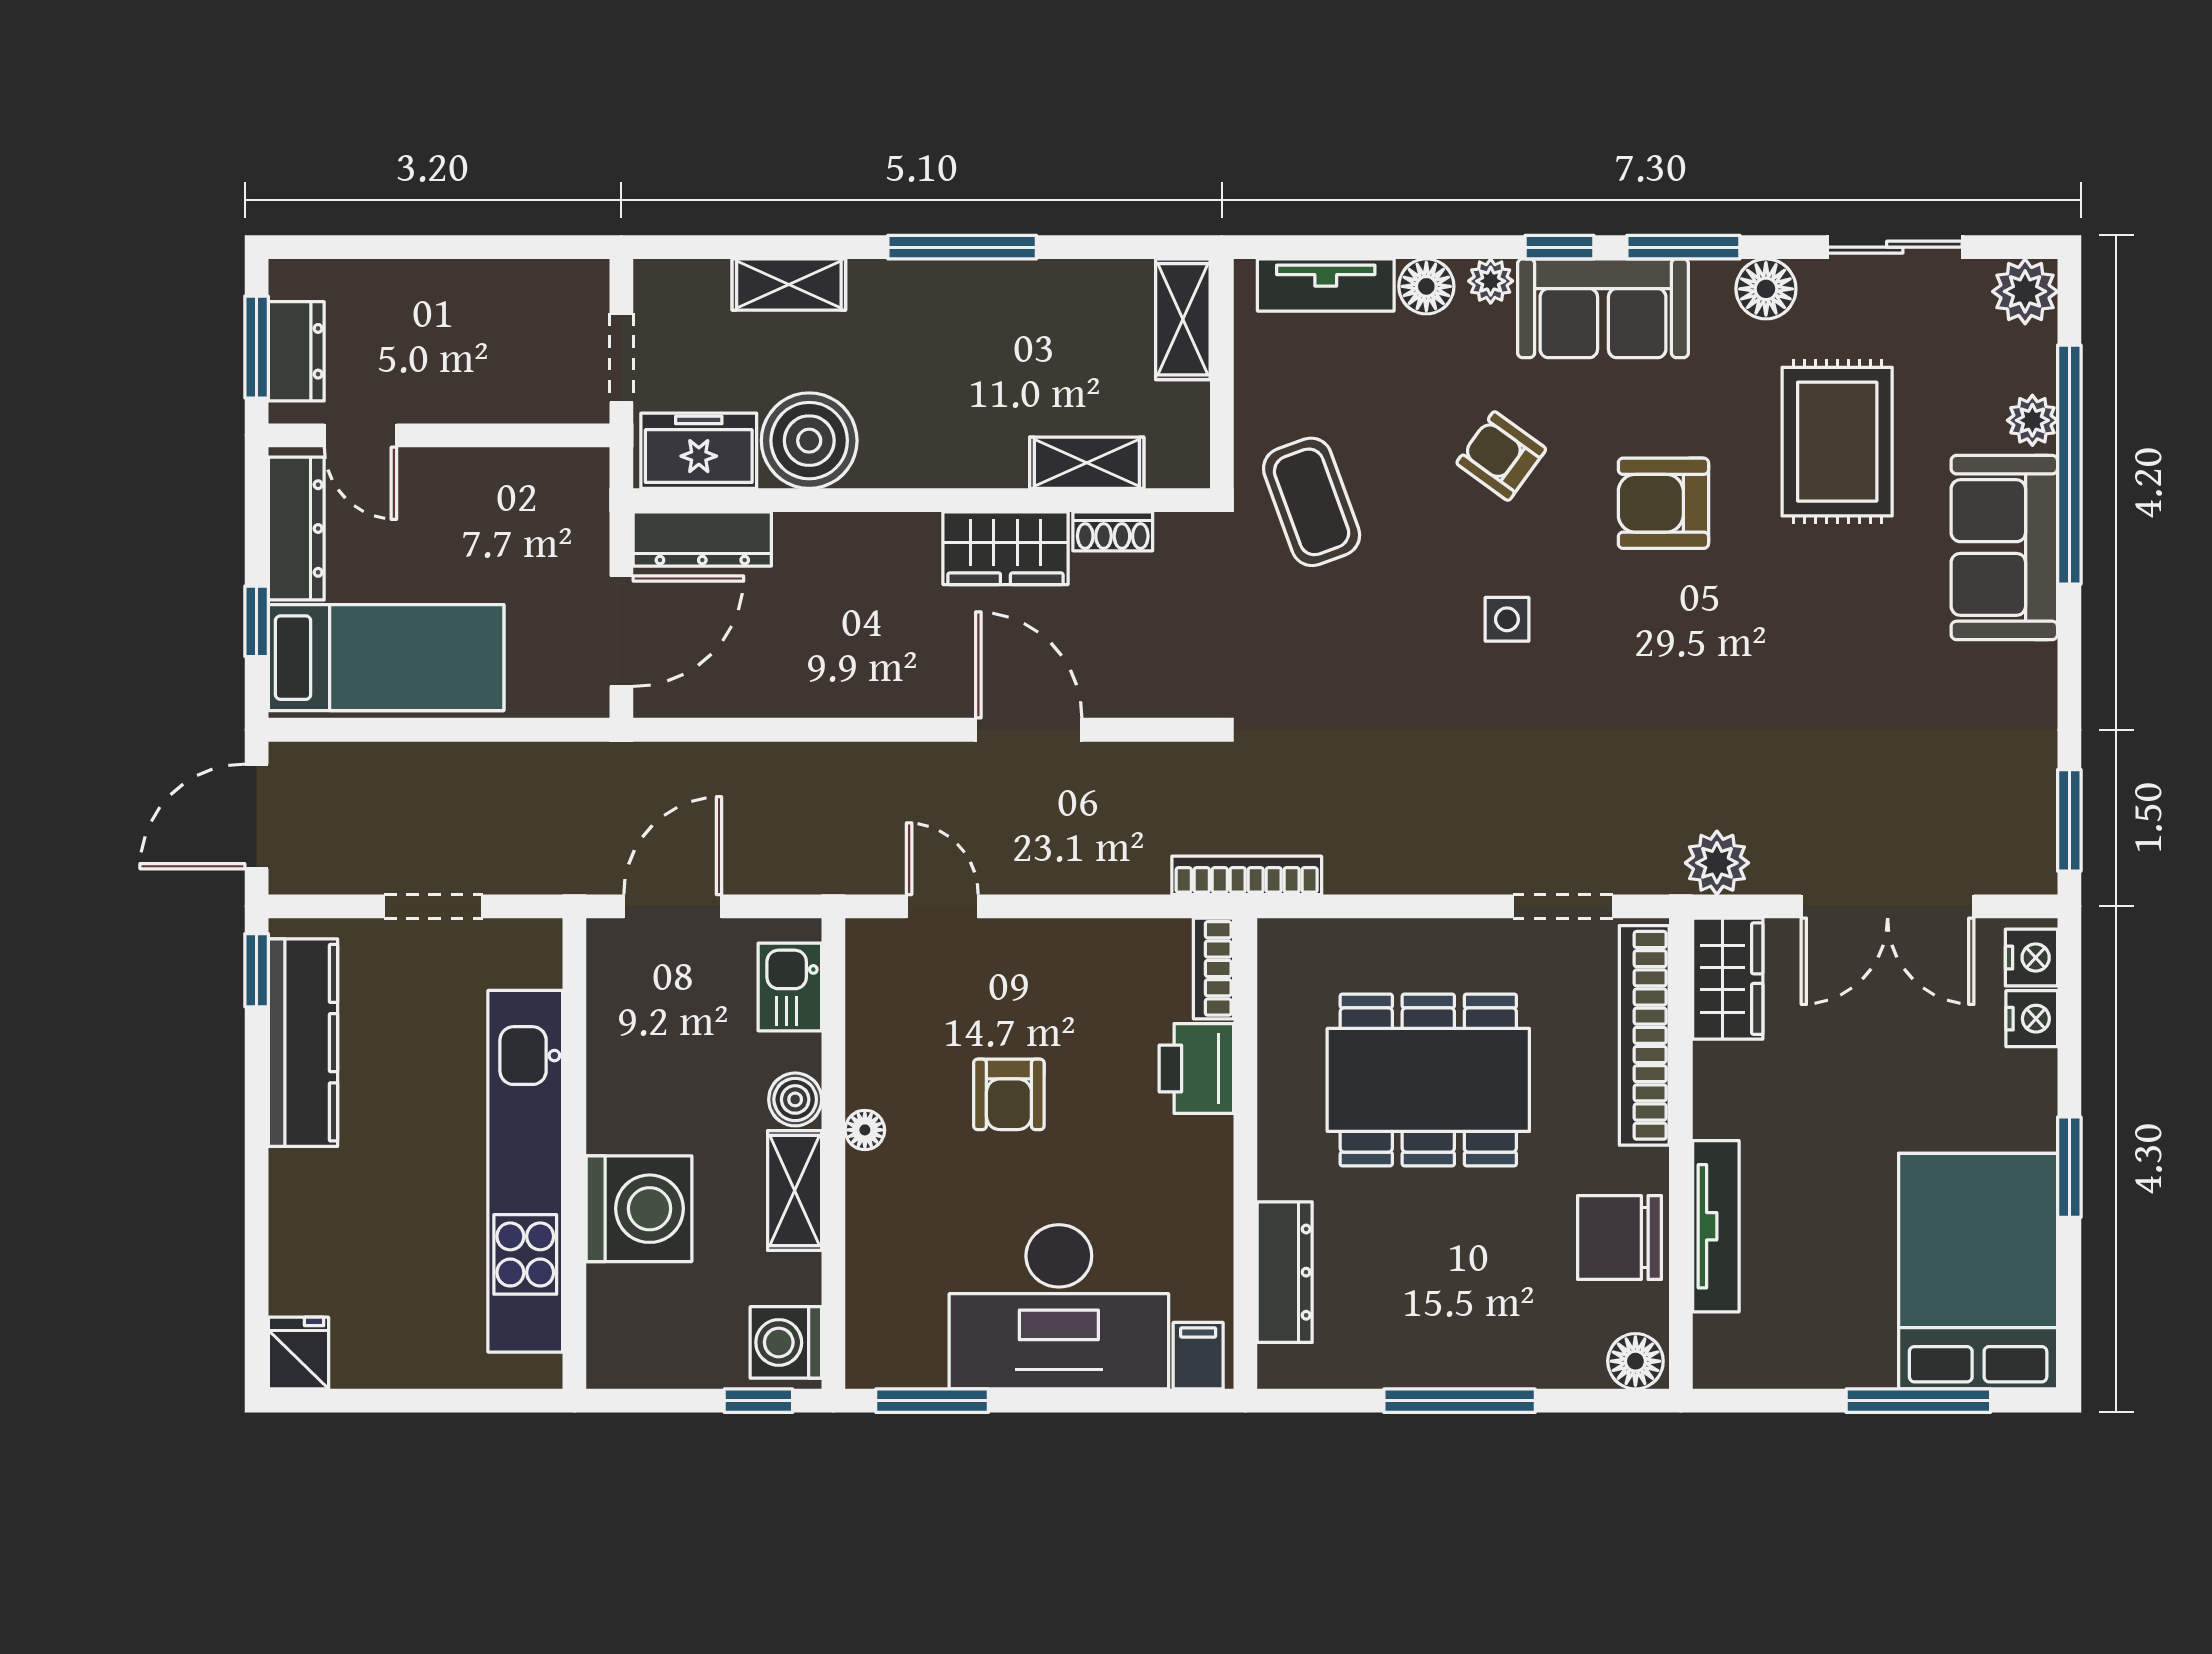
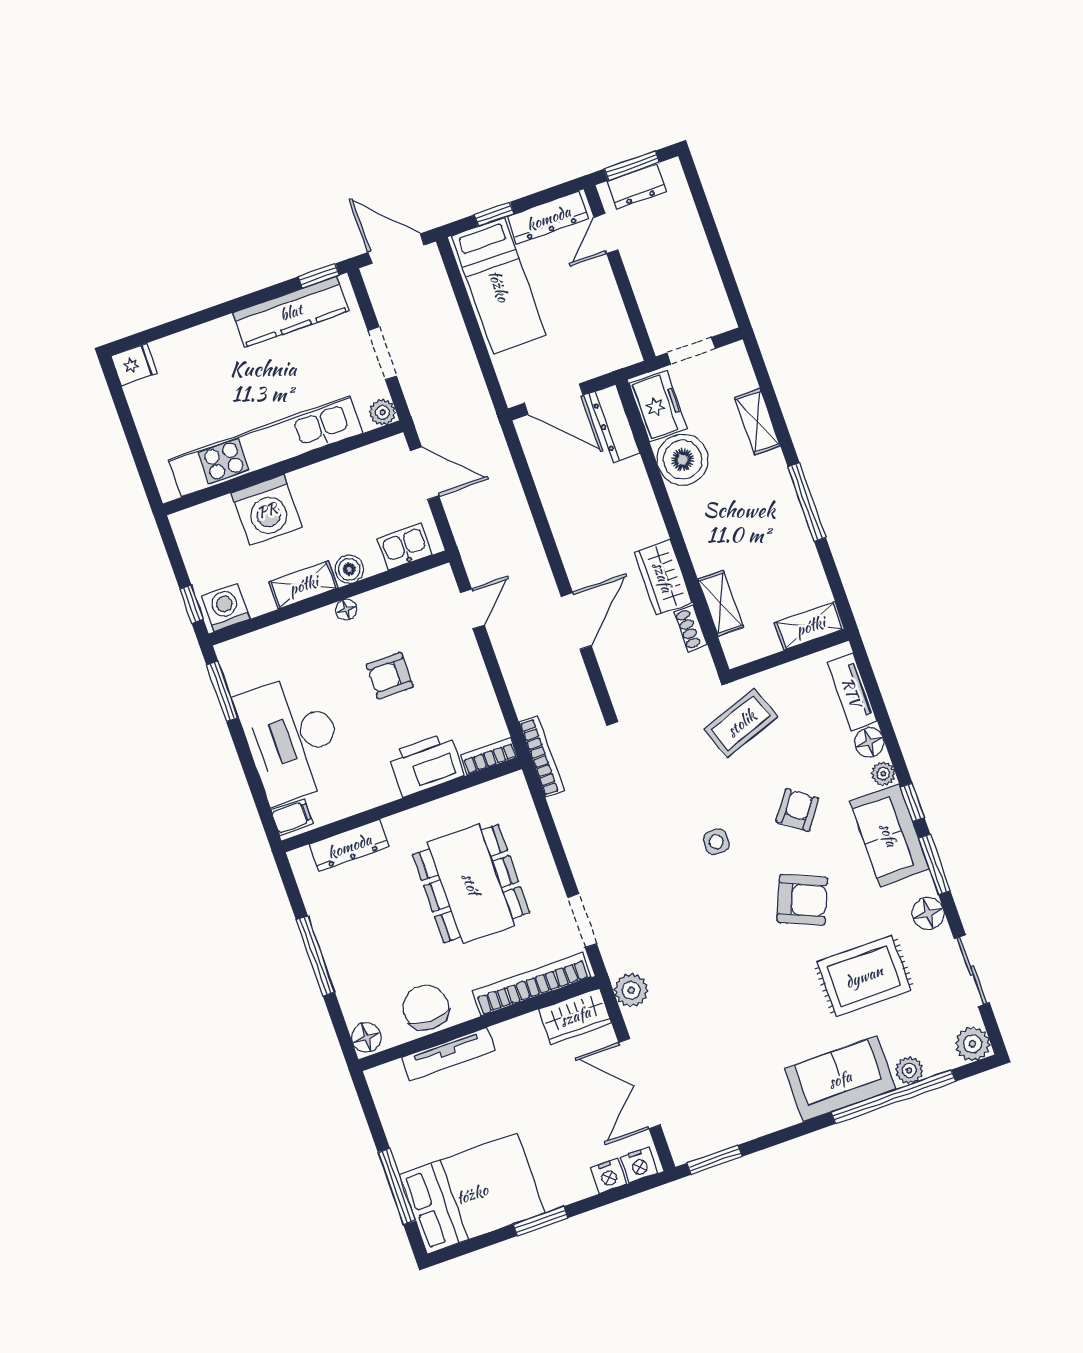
armchair: (1663, 503) -> (802, 900), turned 113
plant: (538, 943) -> (383, 412), added
printer: (1196, 1068) -> (426, 765), width x1.37, depth x1.19

